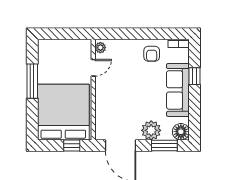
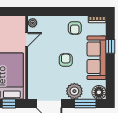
armchair: (141, 93) -> (66, 60), added

